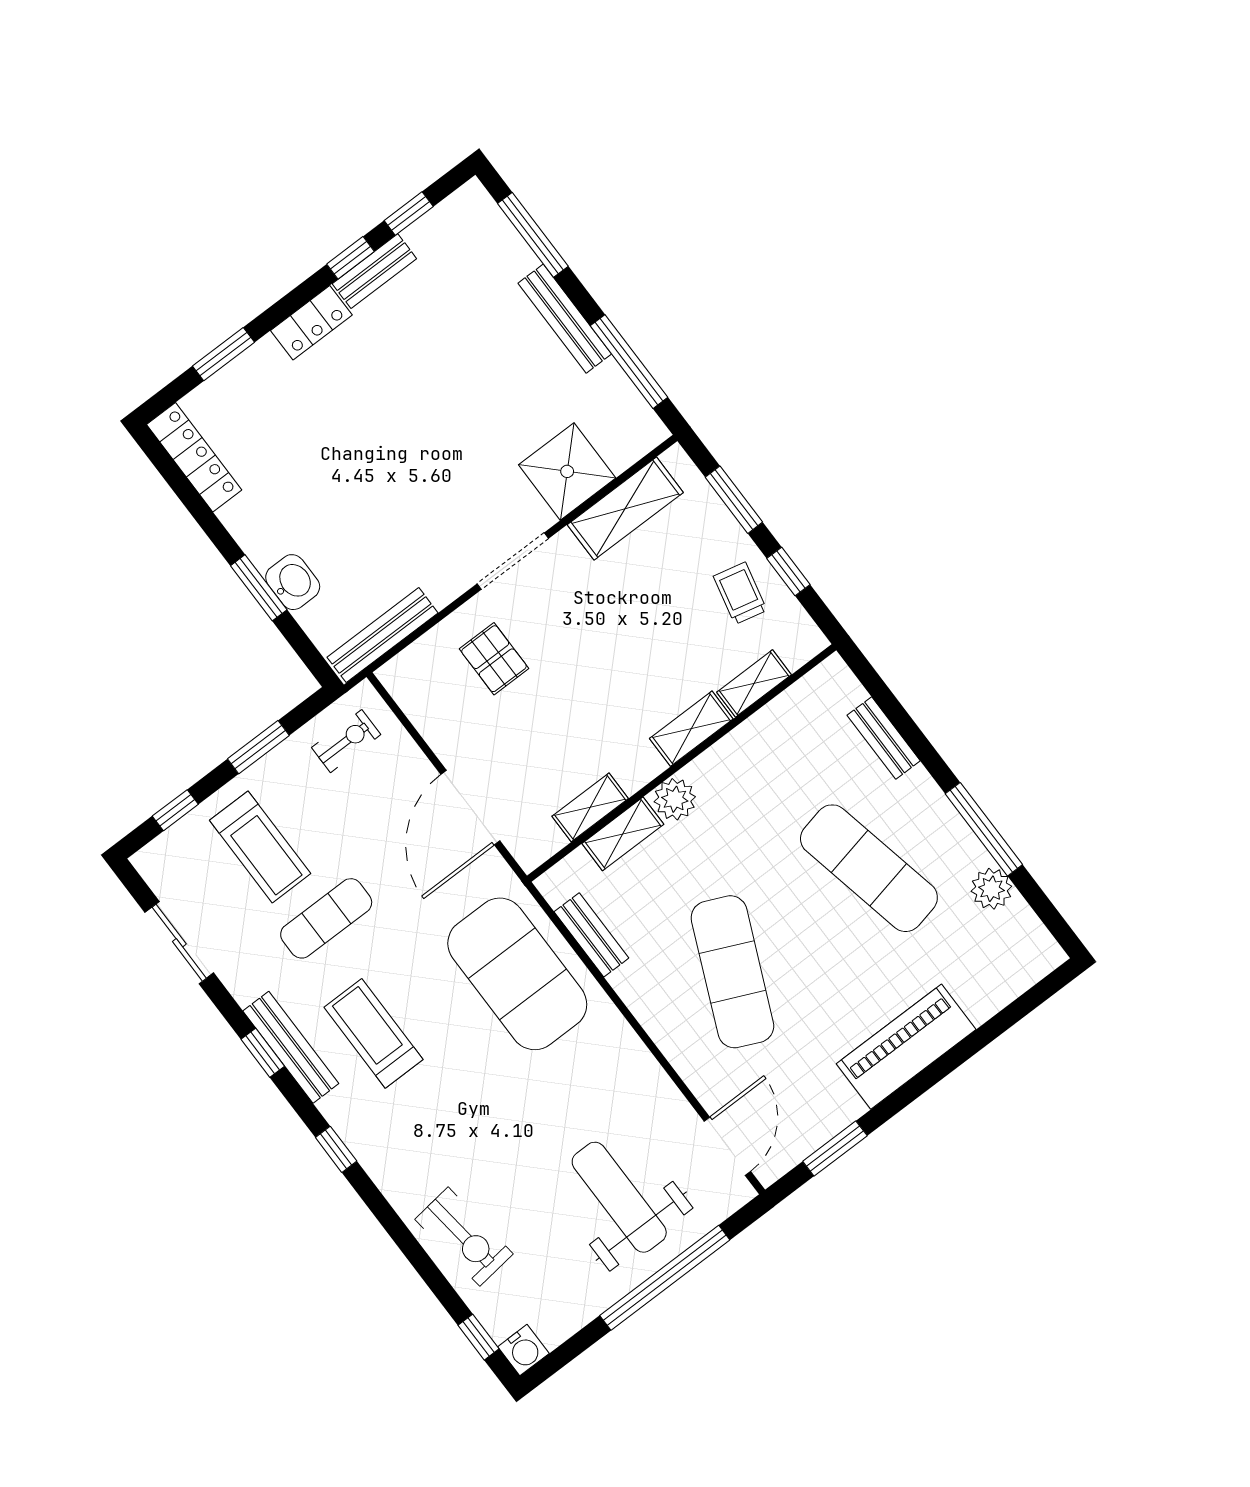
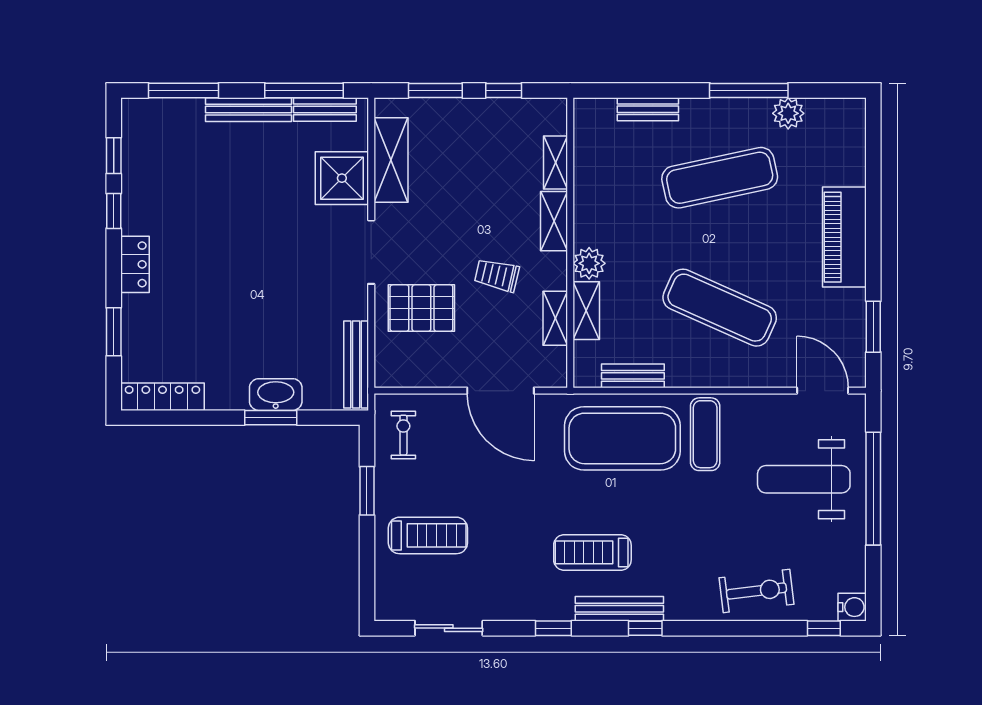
bench: (374, 271) -> (325, 109), moved, turned 90
washbasin: (293, 582) -> (276, 395), width x1.38
trolley: (740, 593) -> (497, 275), moved
pallet: (494, 659) -> (421, 308), width x1.50, depth x1.42
window: (175, 810) -> (367, 570), removed
exercise mat: (326, 918) -> (705, 434), moved
bench: (291, 1047) -> (619, 609), moved

